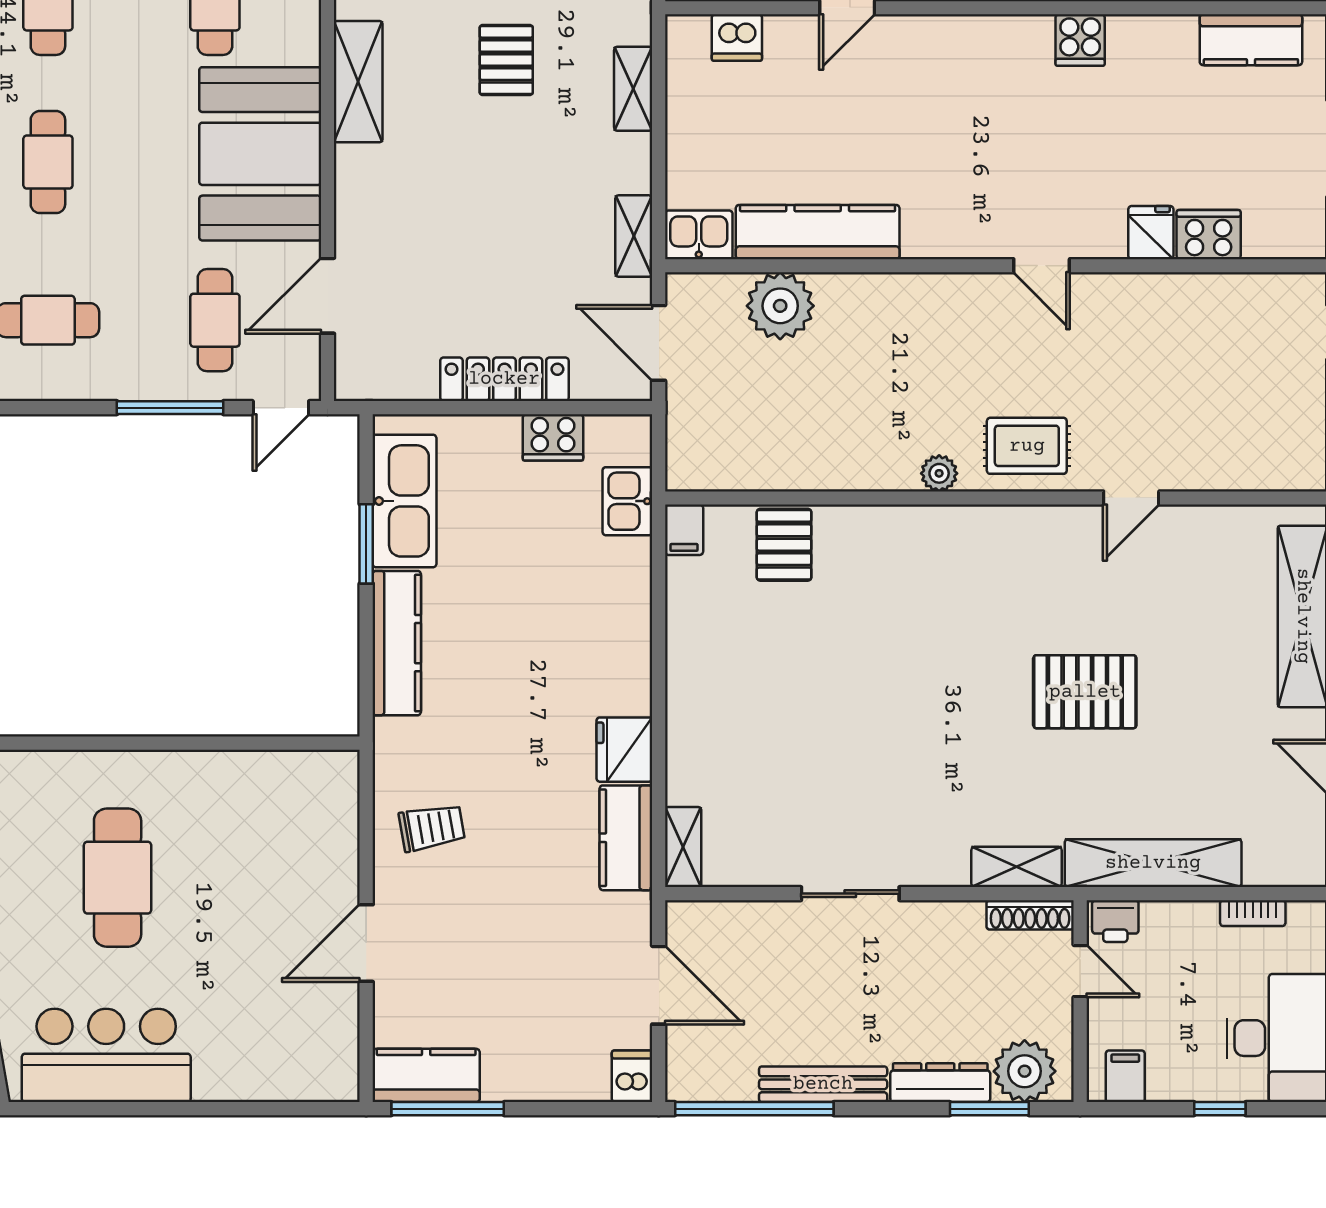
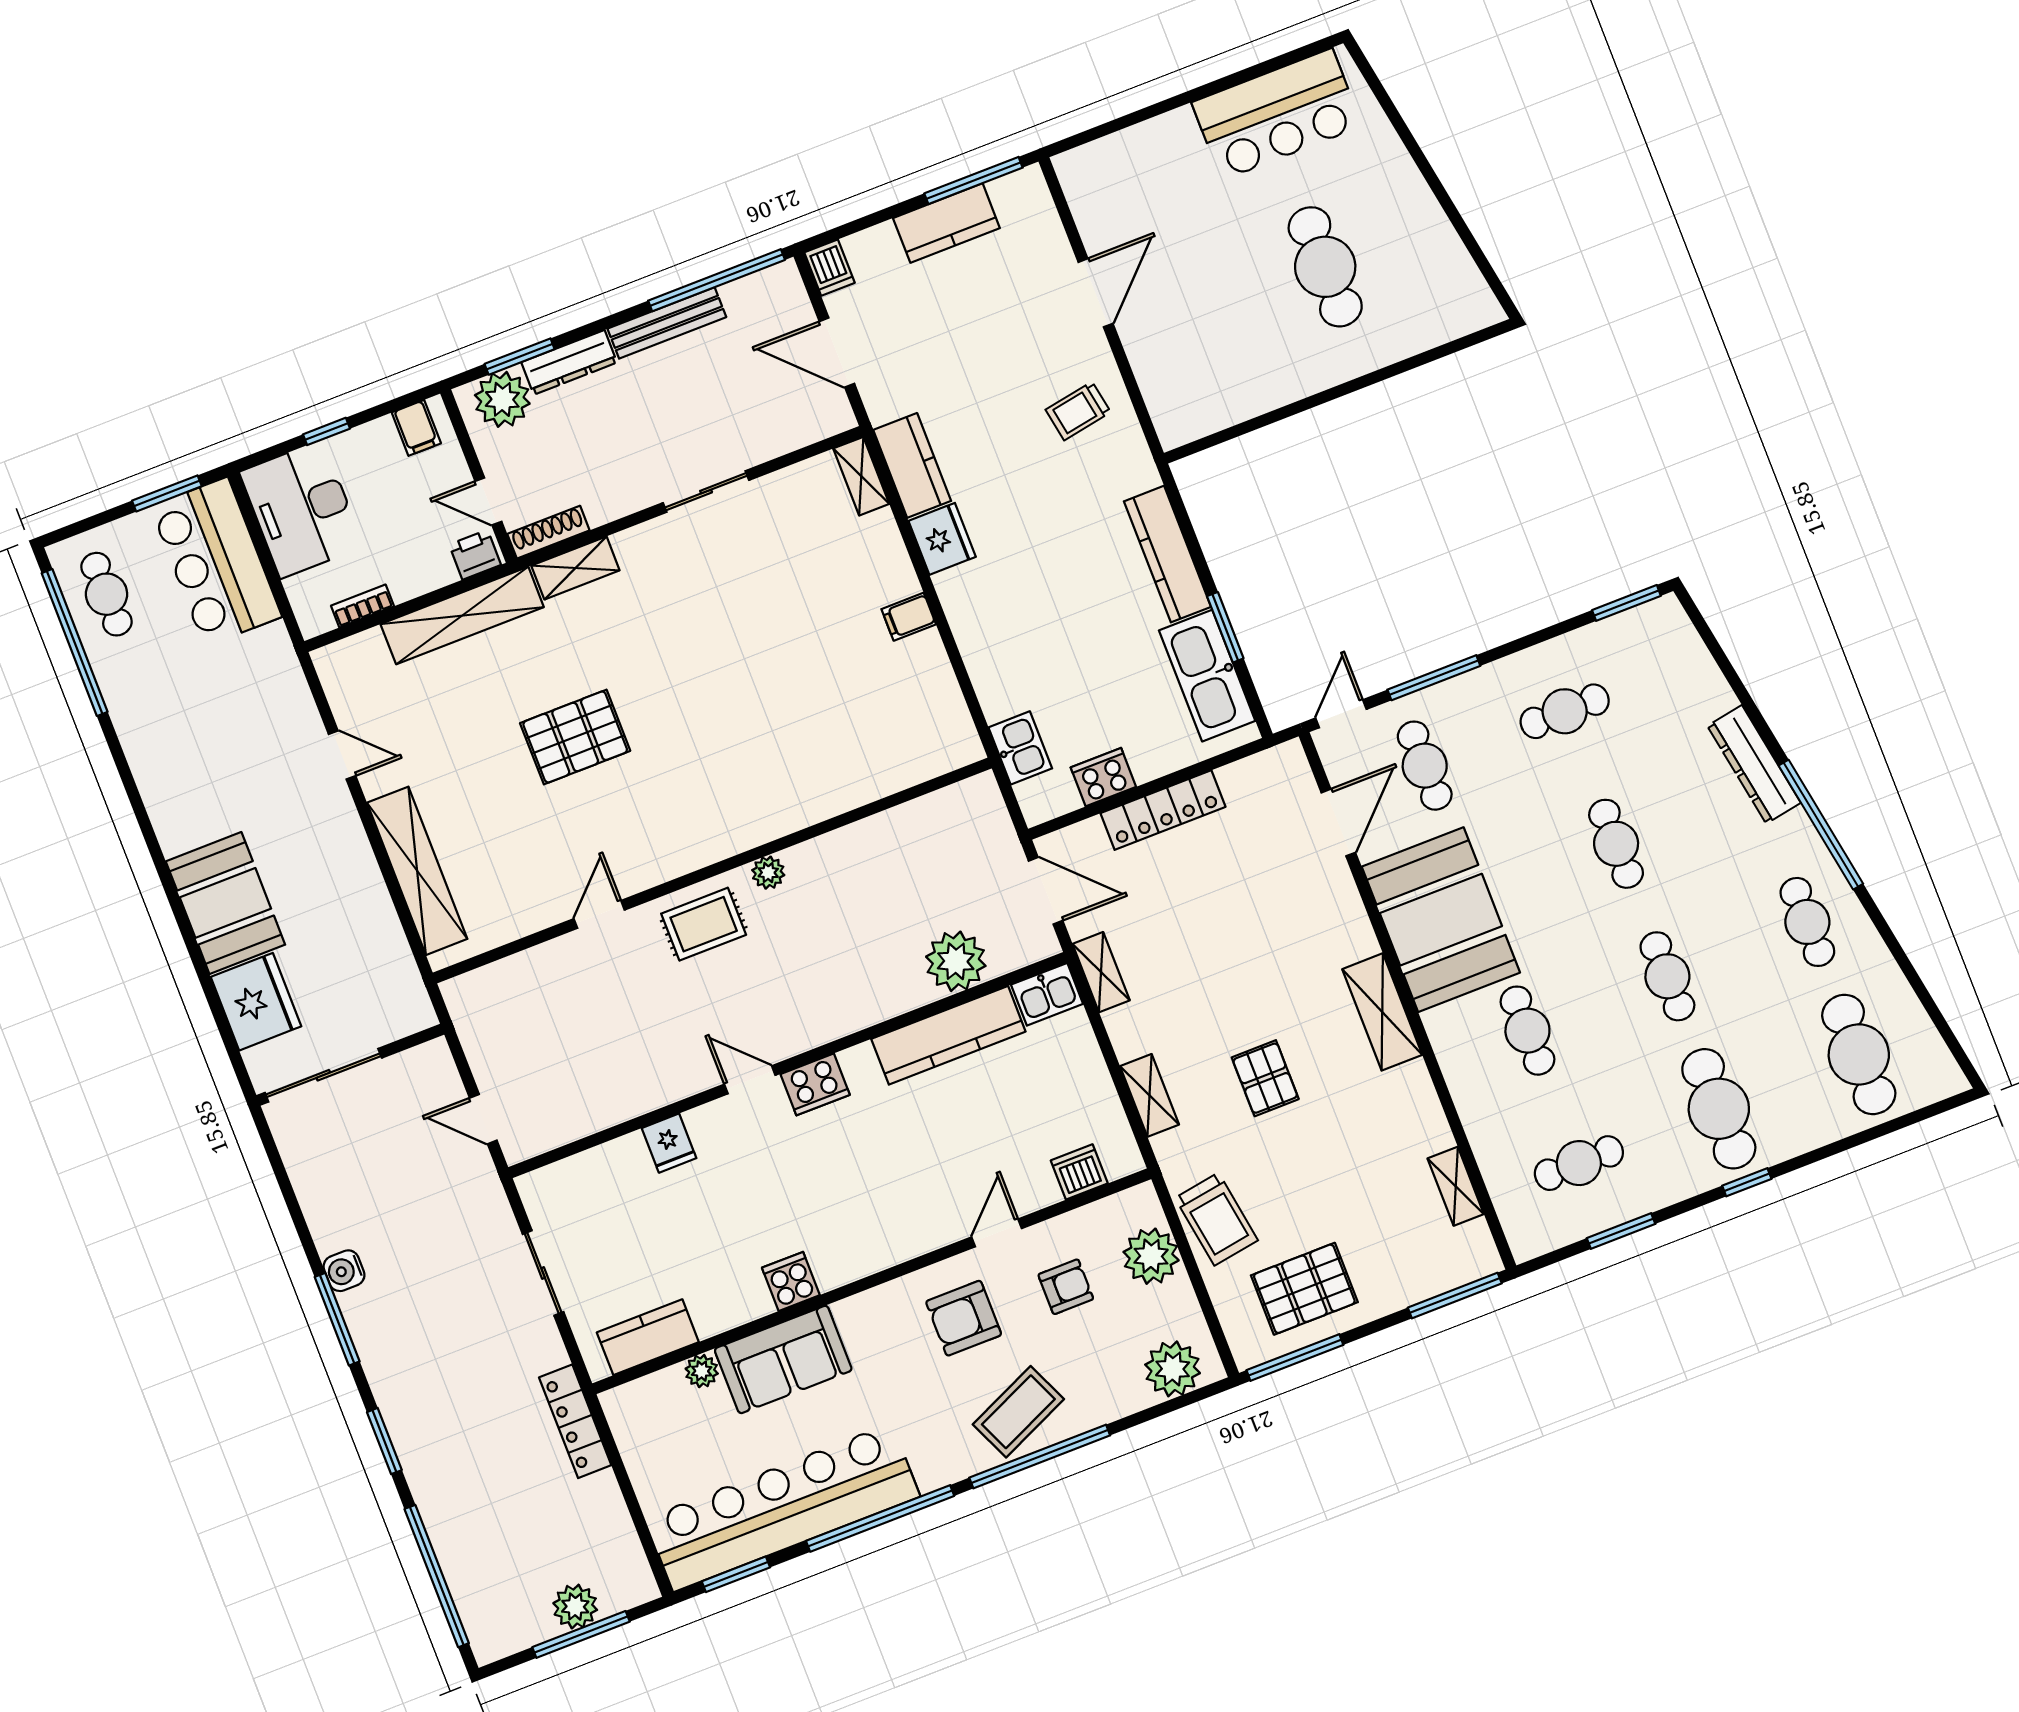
cooker: (1209, 235) -> (815, 1084), moved
filing cabinet: (684, 530) -> (909, 617), moved, turned -90
pallet: (784, 545) -> (875, 762), removed
kitchen counter: (426, 1075) -> (946, 223), moved

